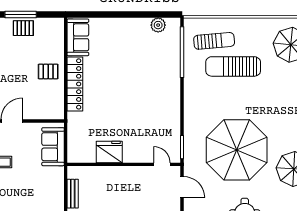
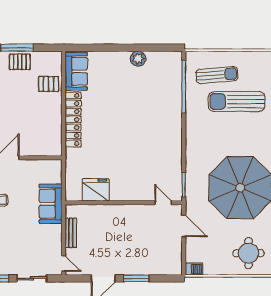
plant: (158, 25) -> (138, 59), moved
pallet: (48, 71) -> (49, 84), moved
sofa: (53, 147) -> (51, 204), moved
fridge: (109, 152) -> (96, 190), moved

